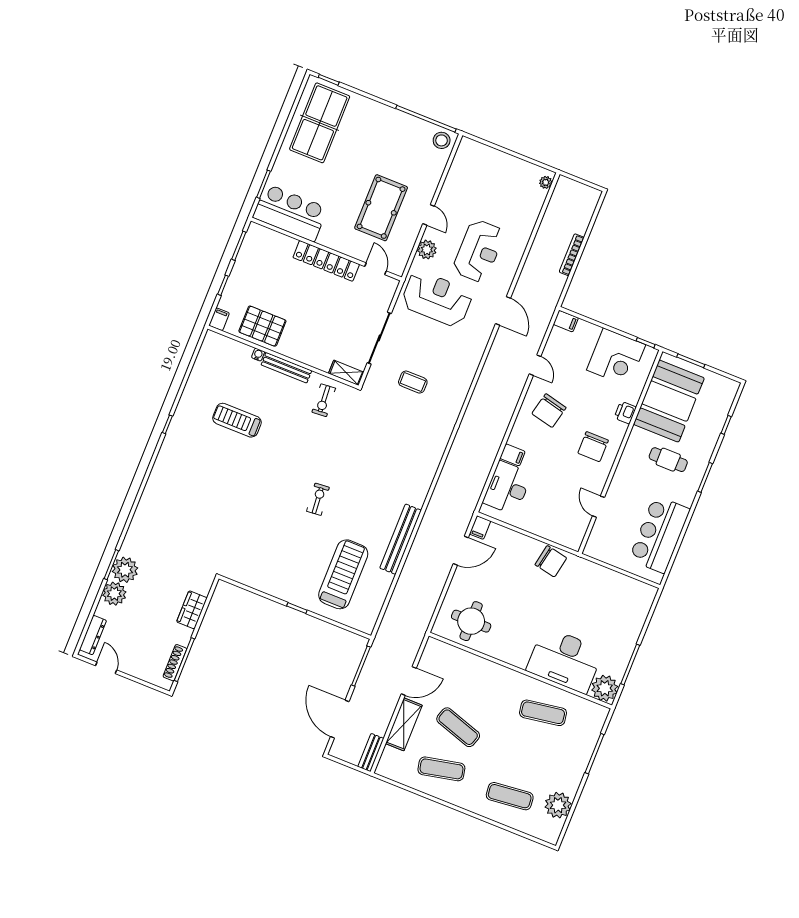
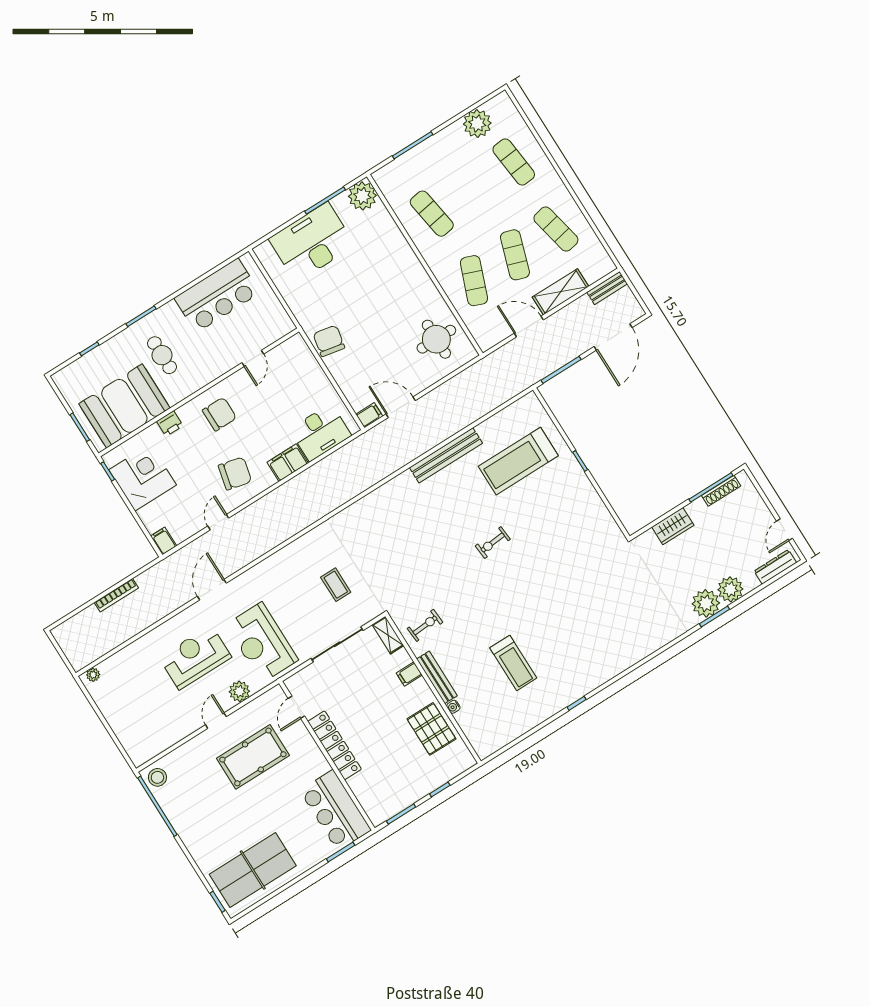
filing cabinet: (219, 319) -> (409, 674), moved
filing cabinet: (512, 455) -> (288, 463), width x2.00
desk: (565, 660) -> (312, 242), moved, turned -90
exercise mat: (475, 686) -> (474, 281), added

